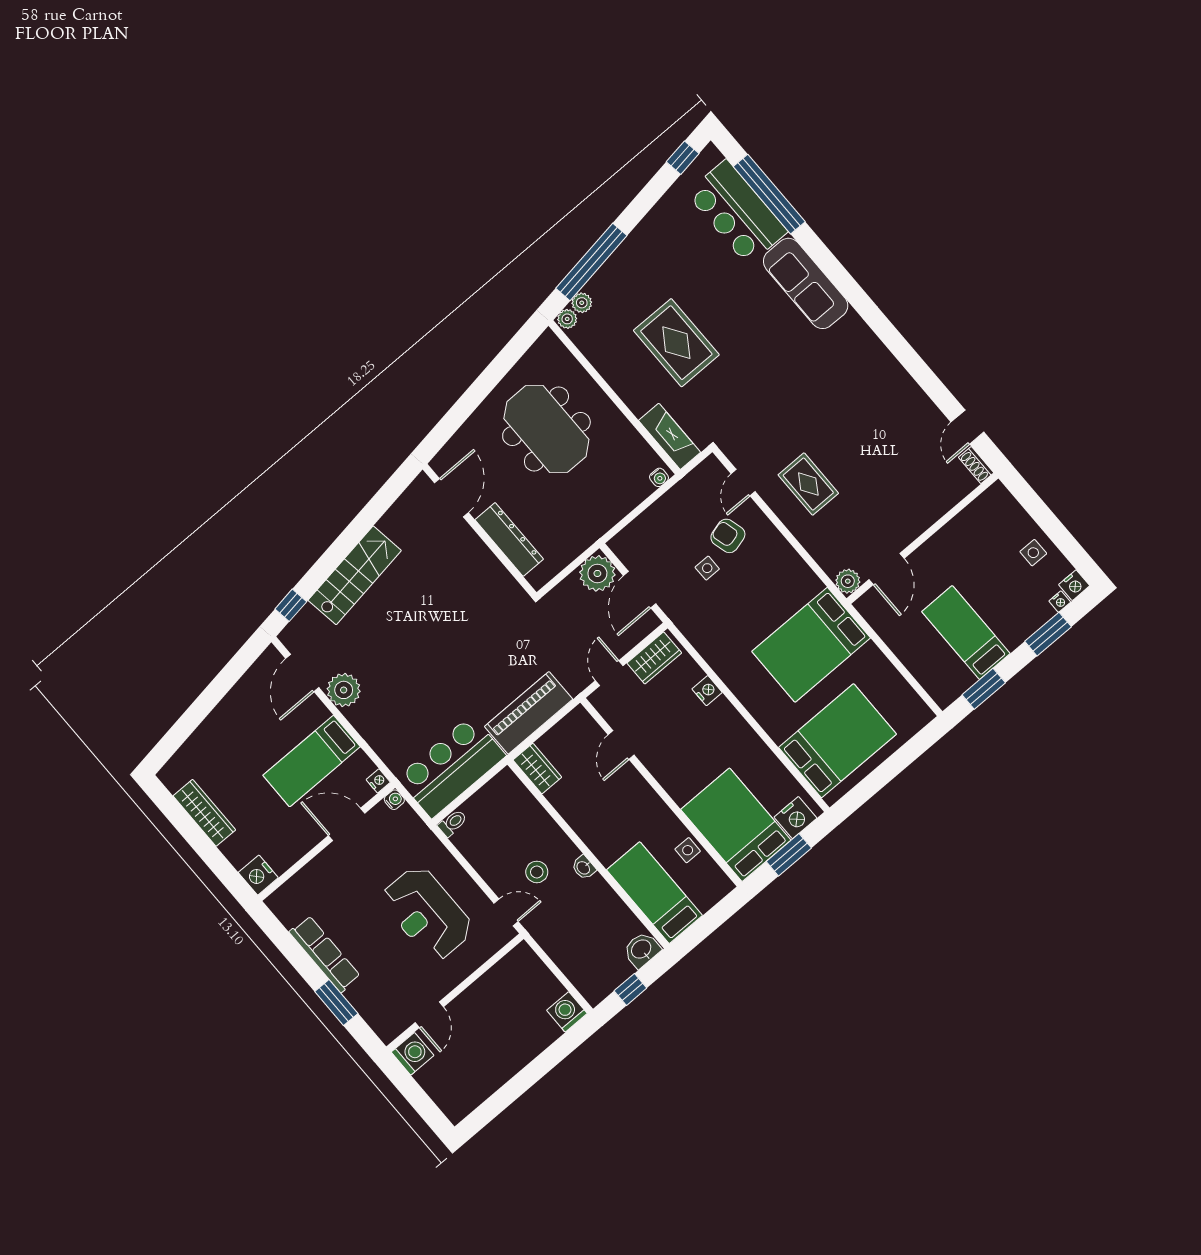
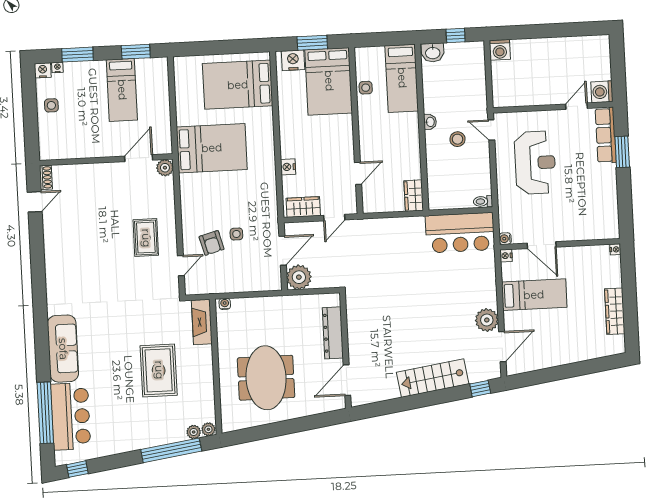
piano: (529, 713) -> (395, 230), removed
nightstand: (258, 875) -> (615, 249), width x0.53, depth x0.56
row of seats: (325, 954) -> (606, 135), moved

